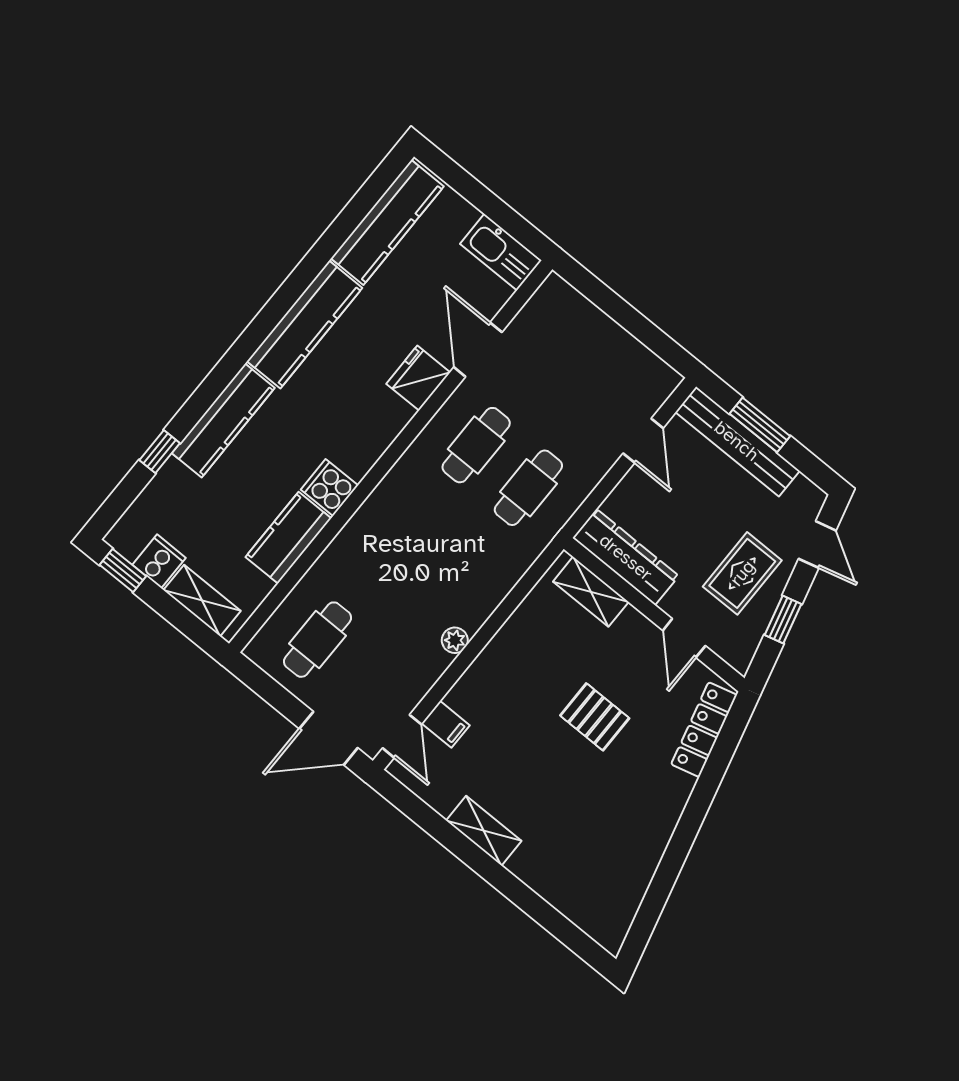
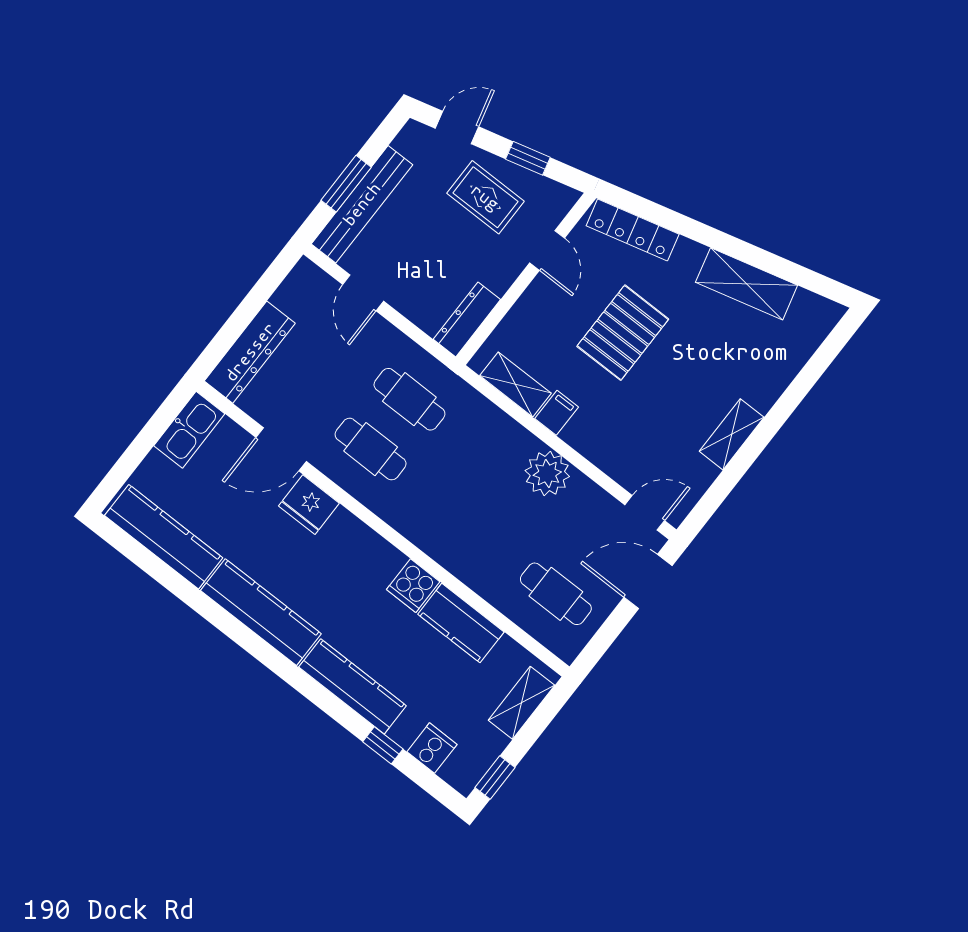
dresser: (582, 318) -> (250, 352), added
door: (643, 441) -> (363, 293), swing flipped
dresser: (626, 557) -> (467, 319), width x0.73, depth x0.80
cooker: (159, 561) -> (432, 748), moved, turned 90
shelving: (591, 592) -> (515, 384), moved, turned 90
door: (684, 638) -> (547, 250), hinge flipped
plant: (455, 640) -> (547, 474), width x1.88, depth x1.88
pallet: (595, 717) -> (623, 333), width x1.50, depth x1.42
filing cabinet: (446, 724) -> (557, 413), moved
door: (329, 738) -> (648, 582), swing flipped
shelving: (644, 850) -> (747, 284), added

